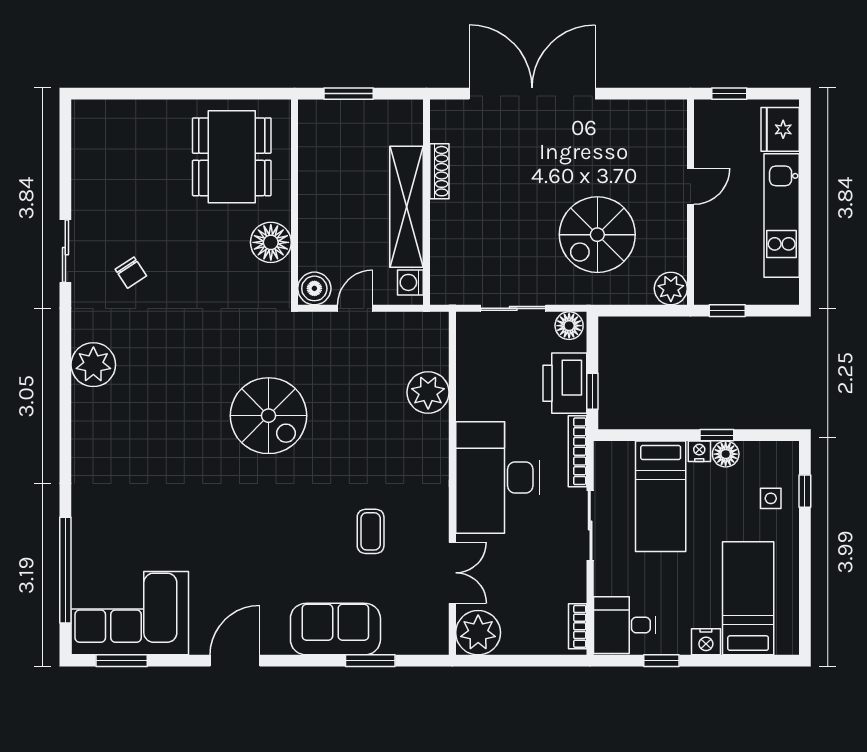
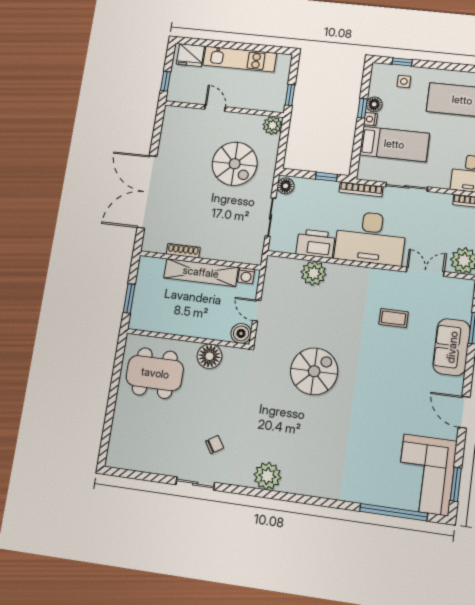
printer: (565, 383) -> (316, 244), moved, turned 180

